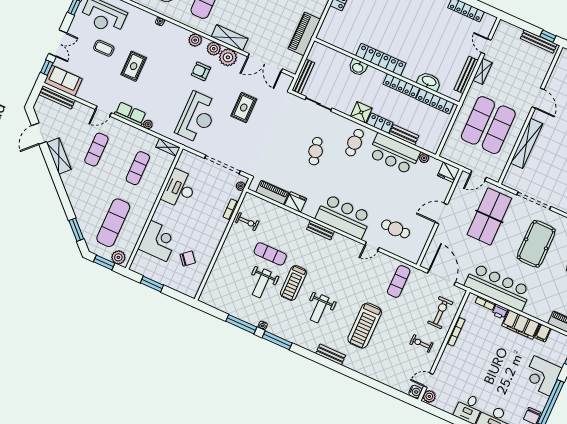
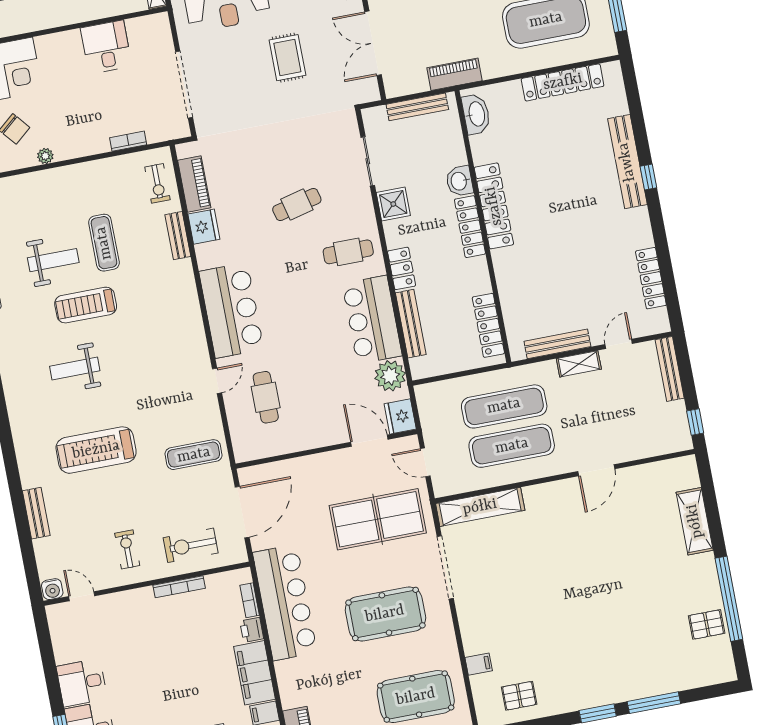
piano: (304, 34) -> (454, 74), width x0.73, depth x0.75
bench: (539, 41) -> (670, 369), moved
bench: (303, 77) -> (417, 107), moved
washbasin: (429, 81) -> (476, 114), moved
locker: (401, 86) -> (470, 227), moved
rug: (244, 108) -> (287, 58), turned 90
shower: (361, 112) -> (393, 204), moved
bench: (404, 135) -> (411, 324), width x1.36
shelving: (527, 143) -> (480, 507), moved
plant: (424, 158) -> (390, 376), width x1.88, depth x1.88
plant: (241, 186) -> (45, 156), moved
desk: (179, 189) -> (106, 47), width x0.73
door: (441, 213) -> (369, 441), moved
exercise bike: (247, 222) -> (157, 183), moved
bench: (320, 230) -> (178, 236), moved
door: (372, 246) -> (217, 381), swing flipped
weight bench: (262, 283) -> (53, 260), turned 180
exercise bike: (440, 313) -> (191, 545), turned 180
bench: (331, 354) -> (36, 513), moved
plant: (429, 396) -> (59, 614), removed

